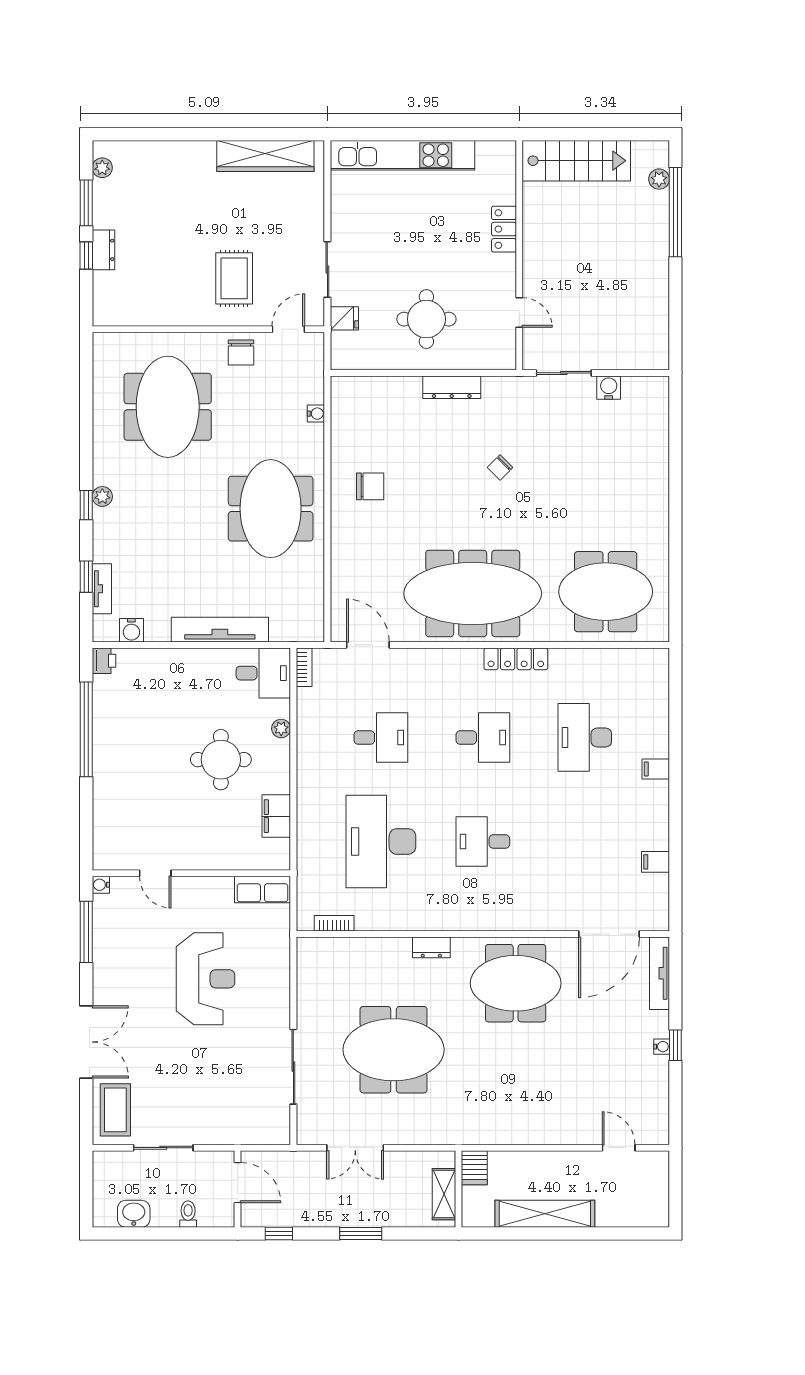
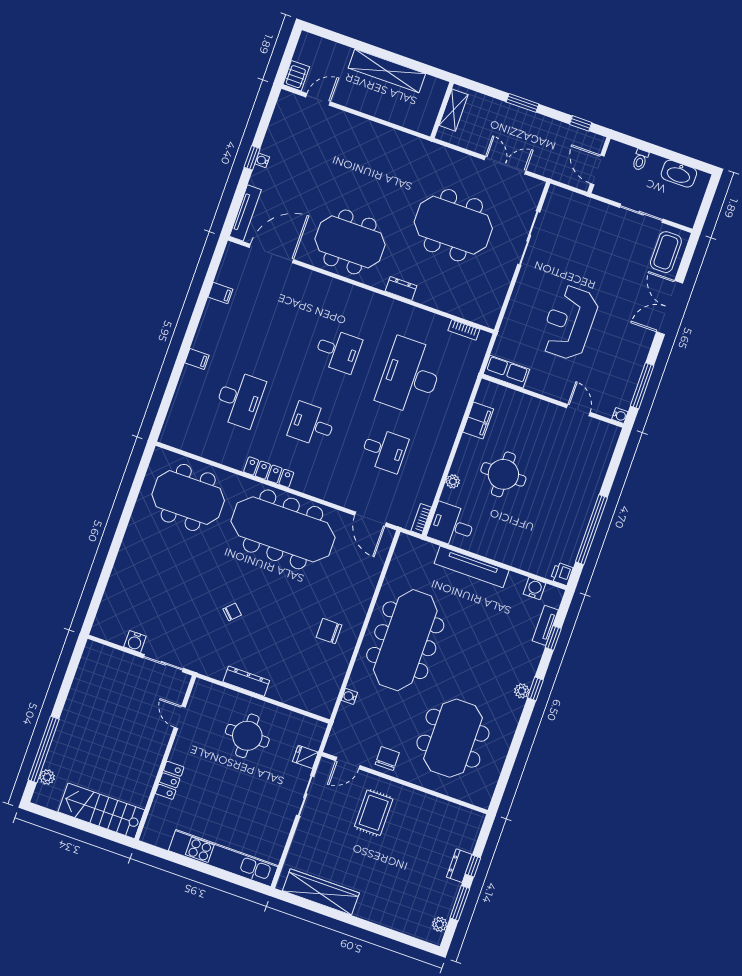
meeting table: (271, 509) -> (405, 640), width x1.36
desk: (381, 737) -> (384, 450), turned 180
desk: (381, 841) -> (410, 376), turned 180
door: (619, 1148) -> (318, 99), swing flipped
server rack: (474, 1168) -> (296, 76), moved
washbasin: (134, 1214) -> (679, 174), width x1.38

